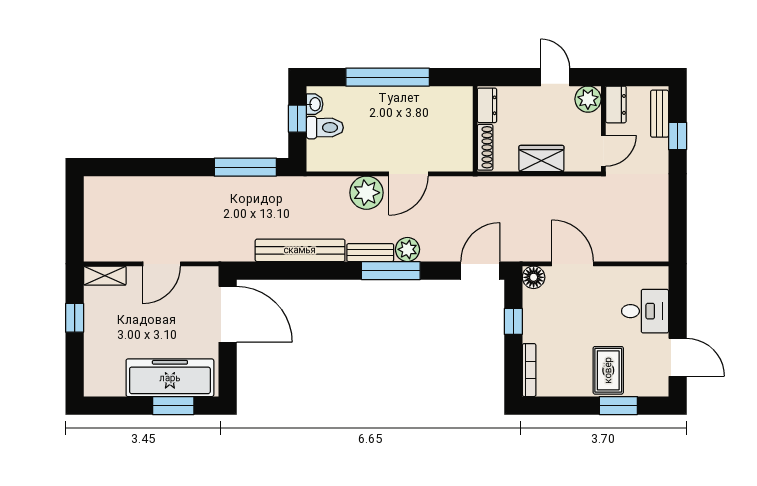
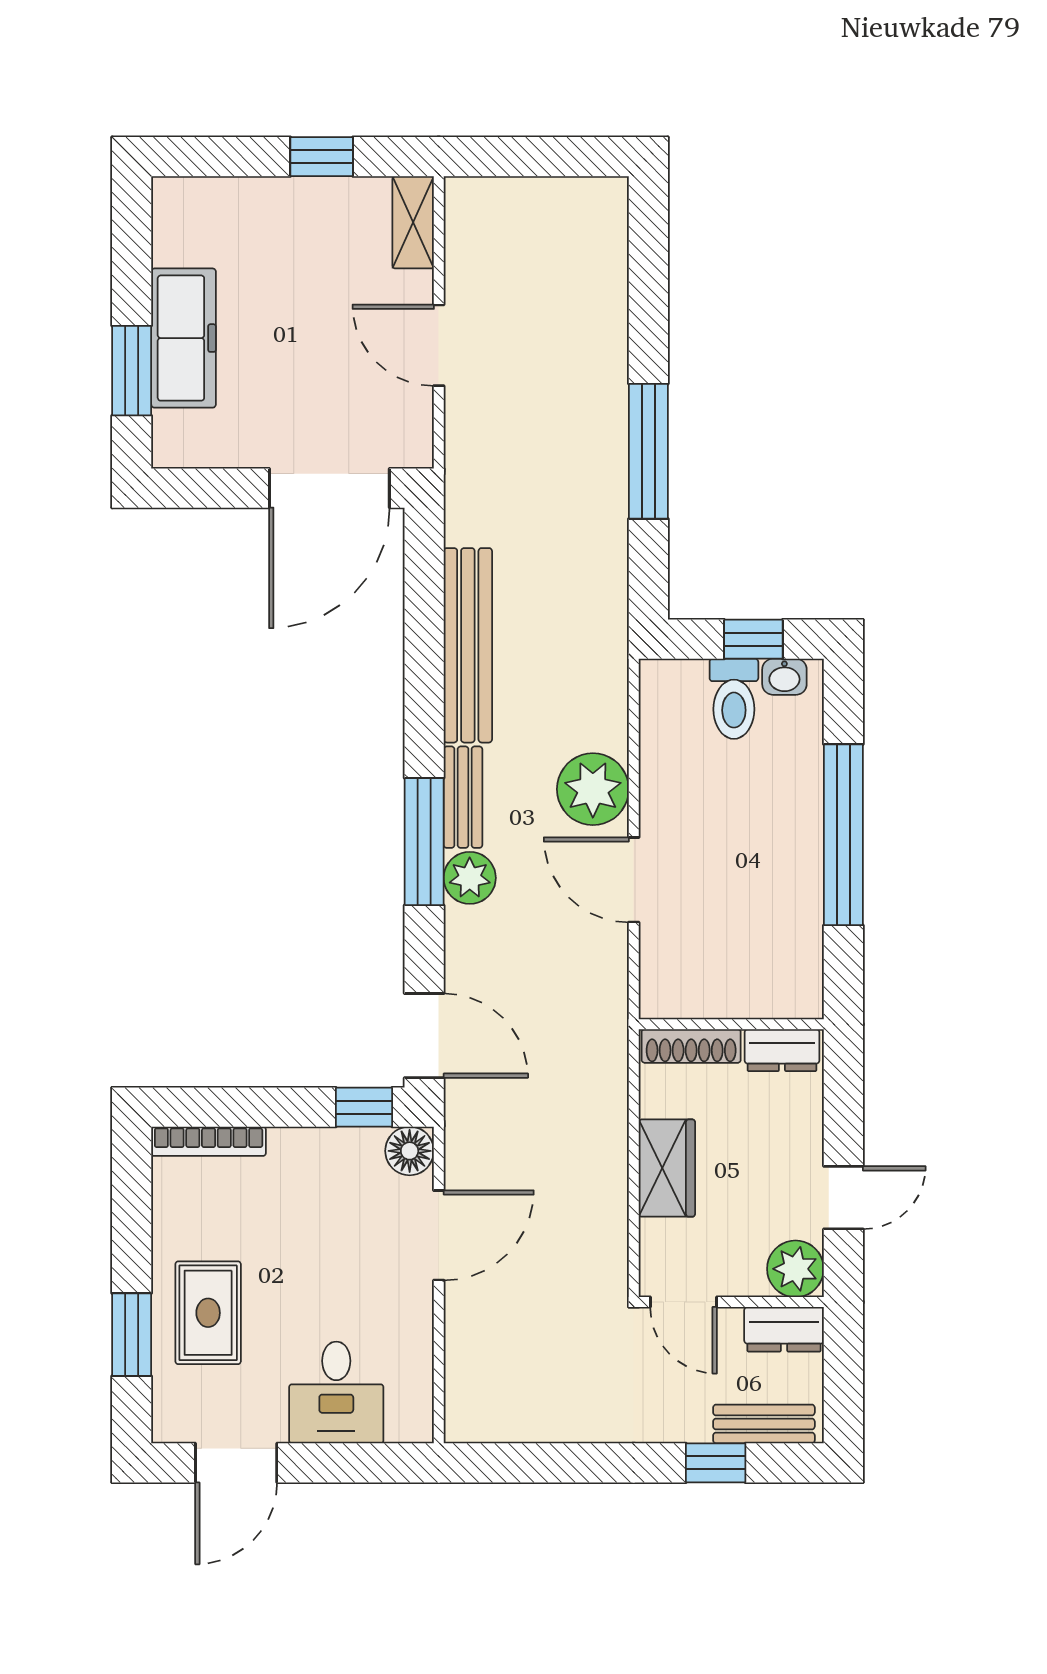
window: (245, 167) -> (648, 451), moved
window: (513, 321) -> (364, 1107), moved
rug: (608, 370) -> (208, 1313), turned 90
freezer: (170, 378) -> (184, 338), width x0.73, depth x0.79

